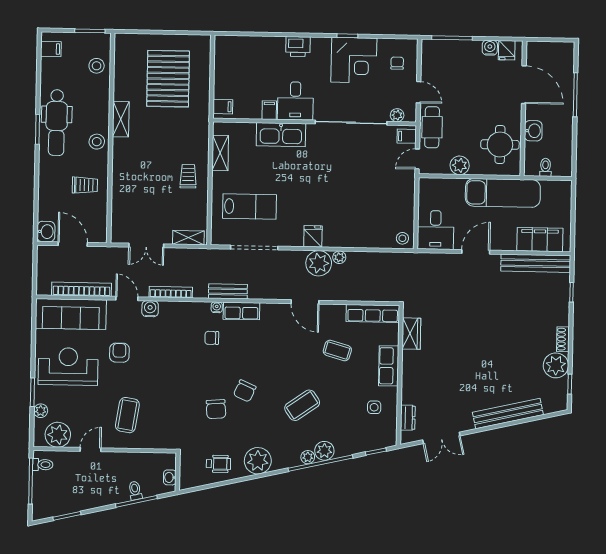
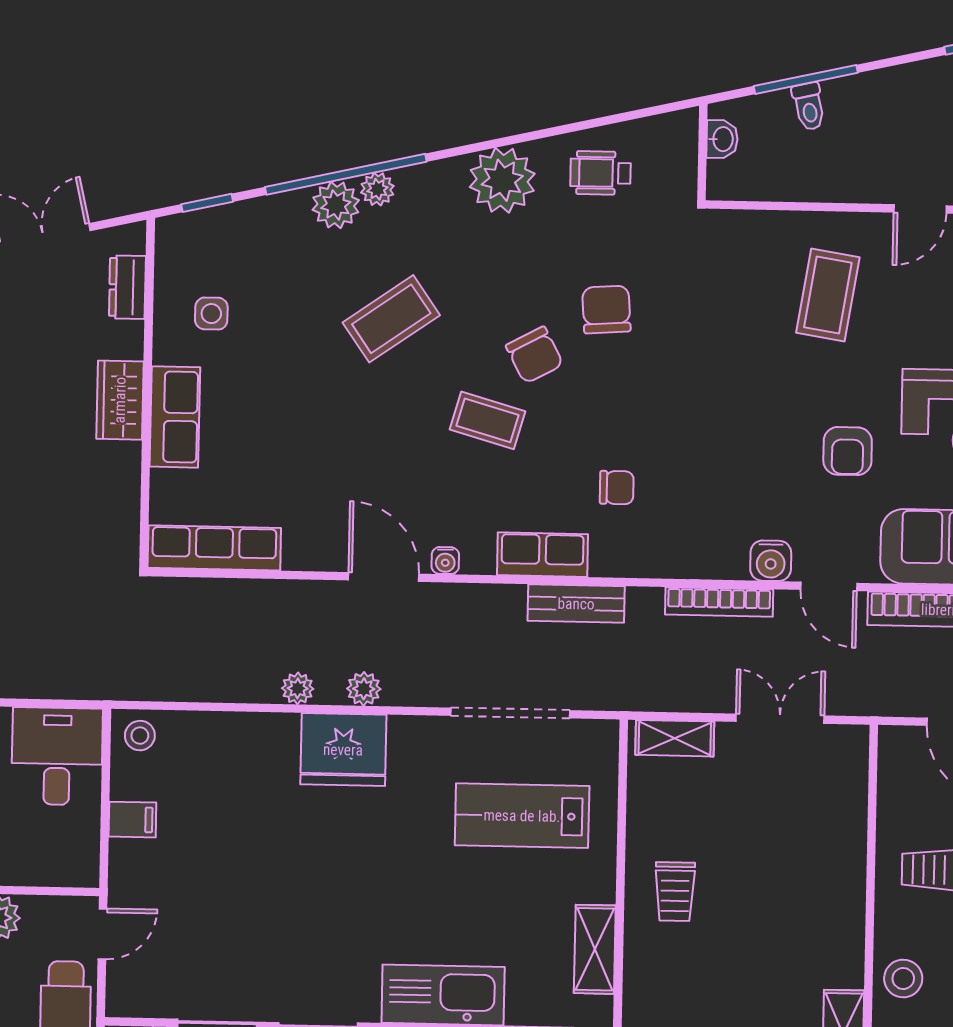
filing cabinet: (407, 136) -> (132, 820), moved
fridge: (313, 236) -> (343, 750), width x1.88, depth x1.34
plant: (319, 263) -> (364, 689), width x0.53, depth x0.53
water cooler: (217, 307) -> (445, 561), moved
wardrobe: (411, 334) -> (120, 400), moved
coffee table: (337, 350) -> (487, 420), moved
chair: (245, 391) -> (535, 355), turned 128

